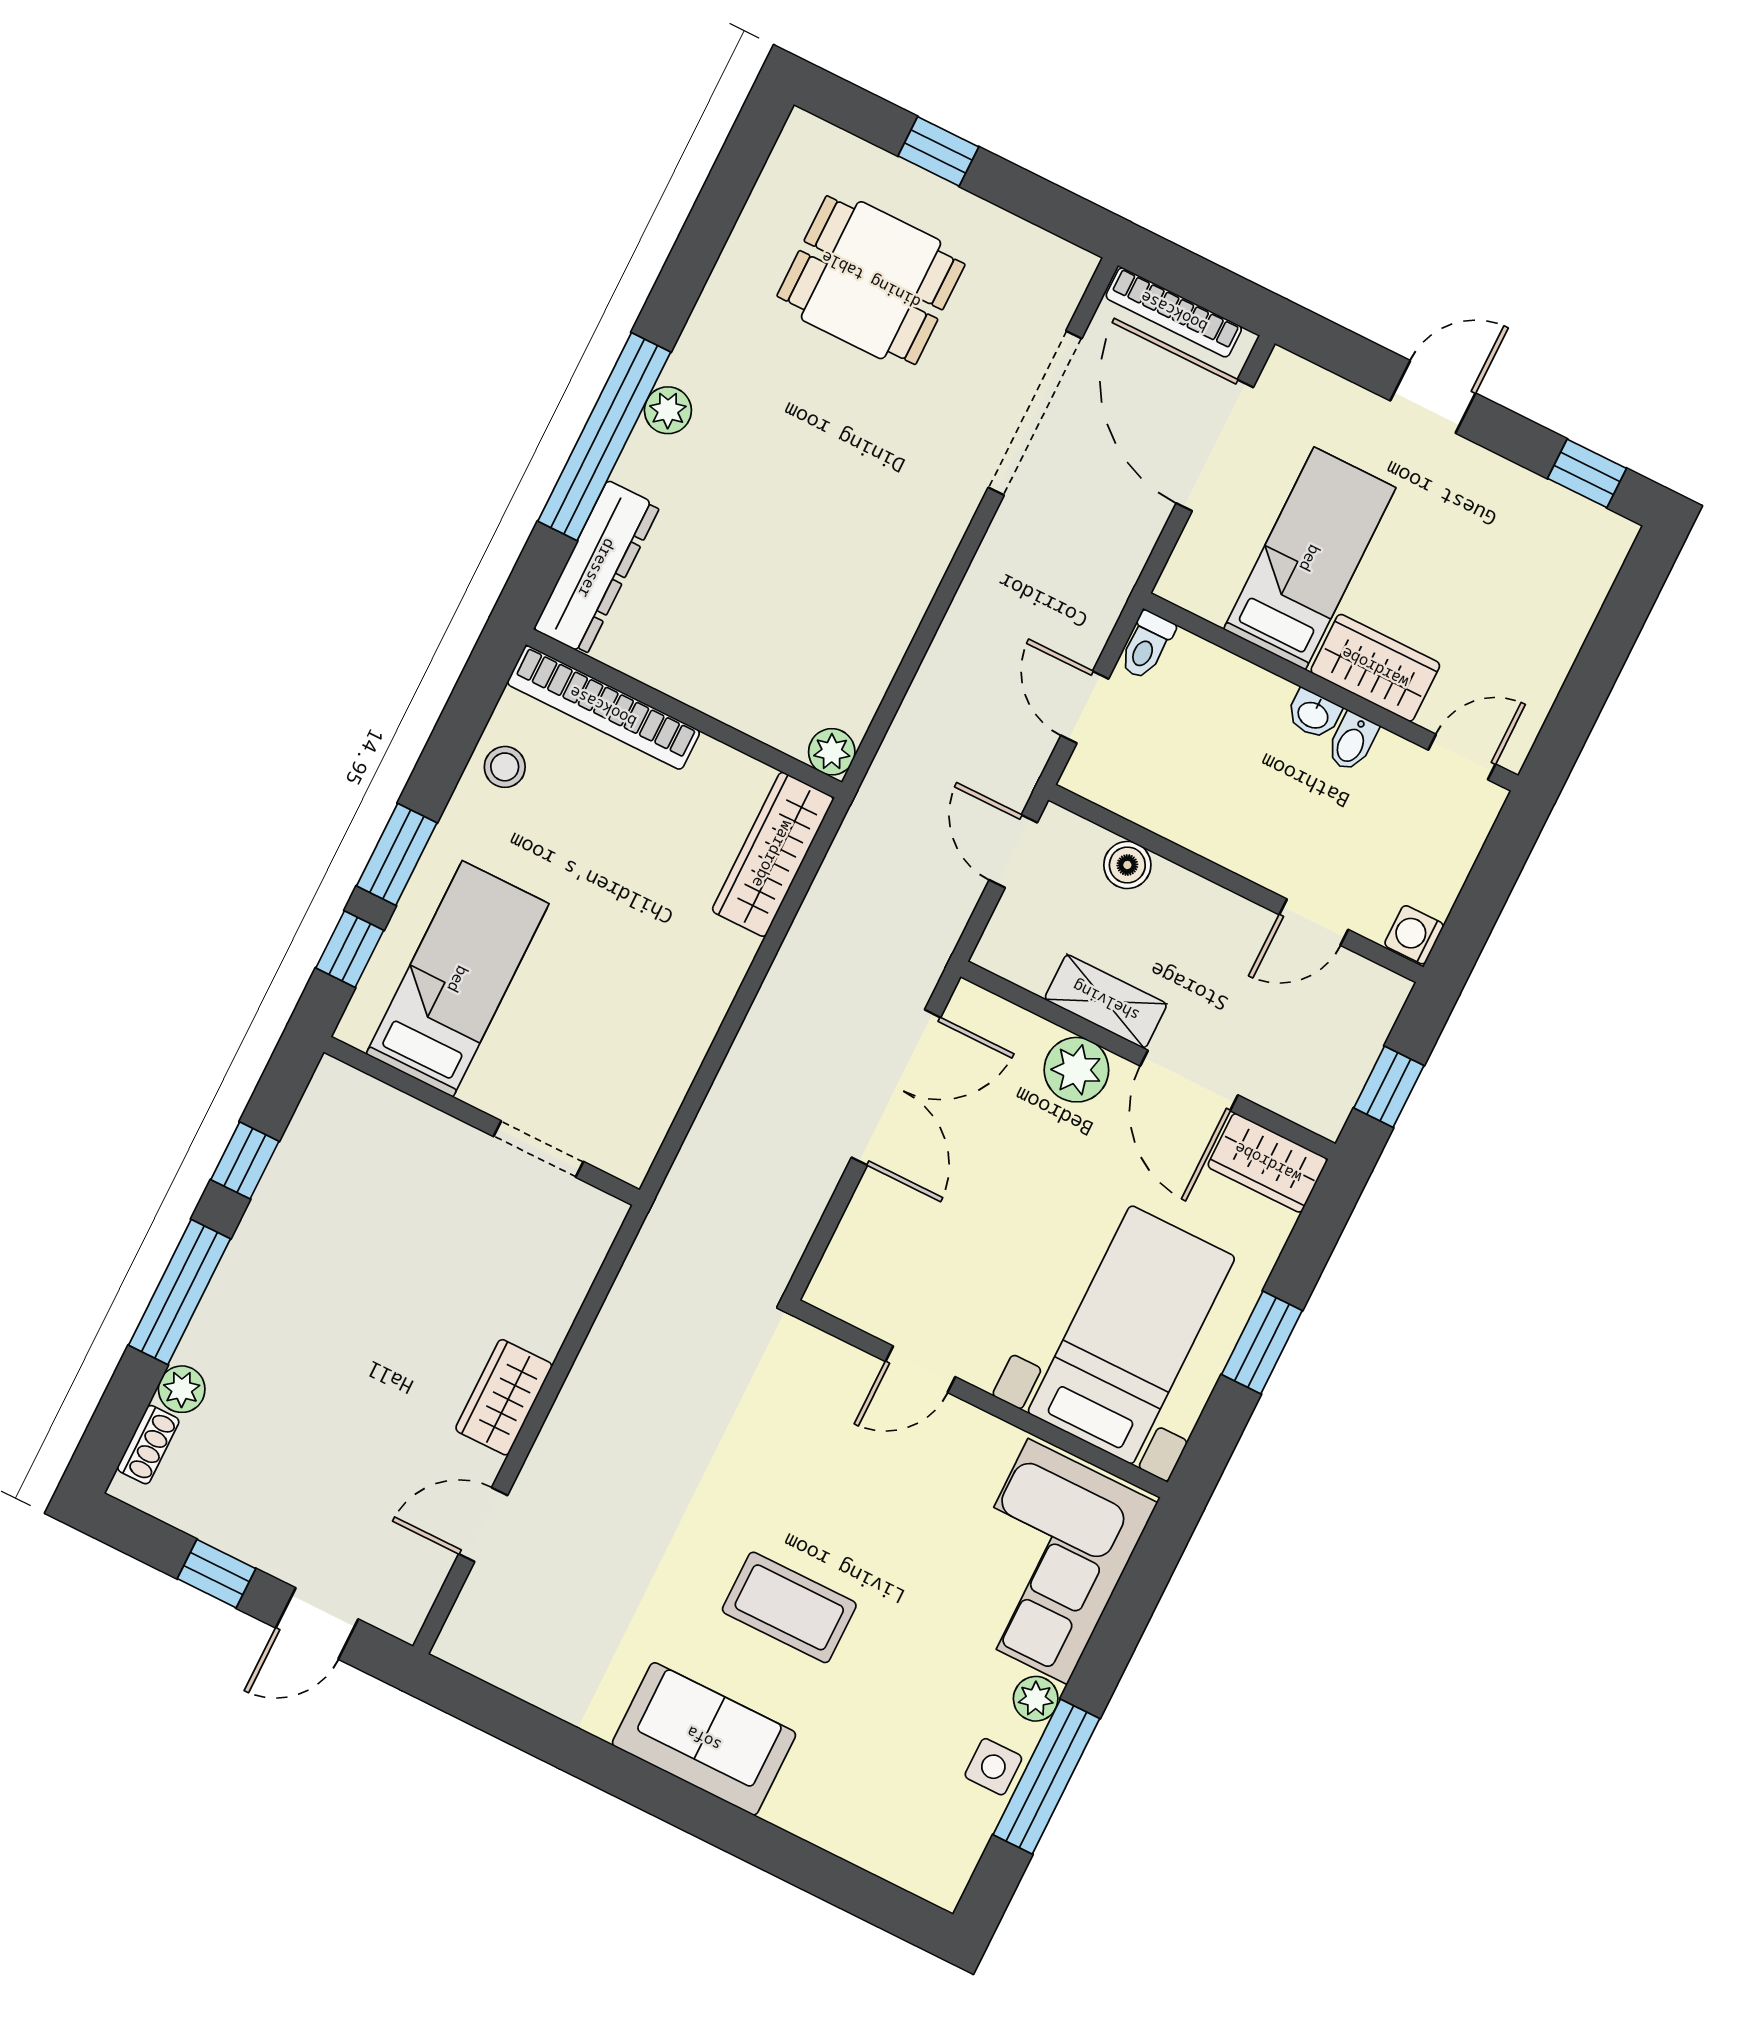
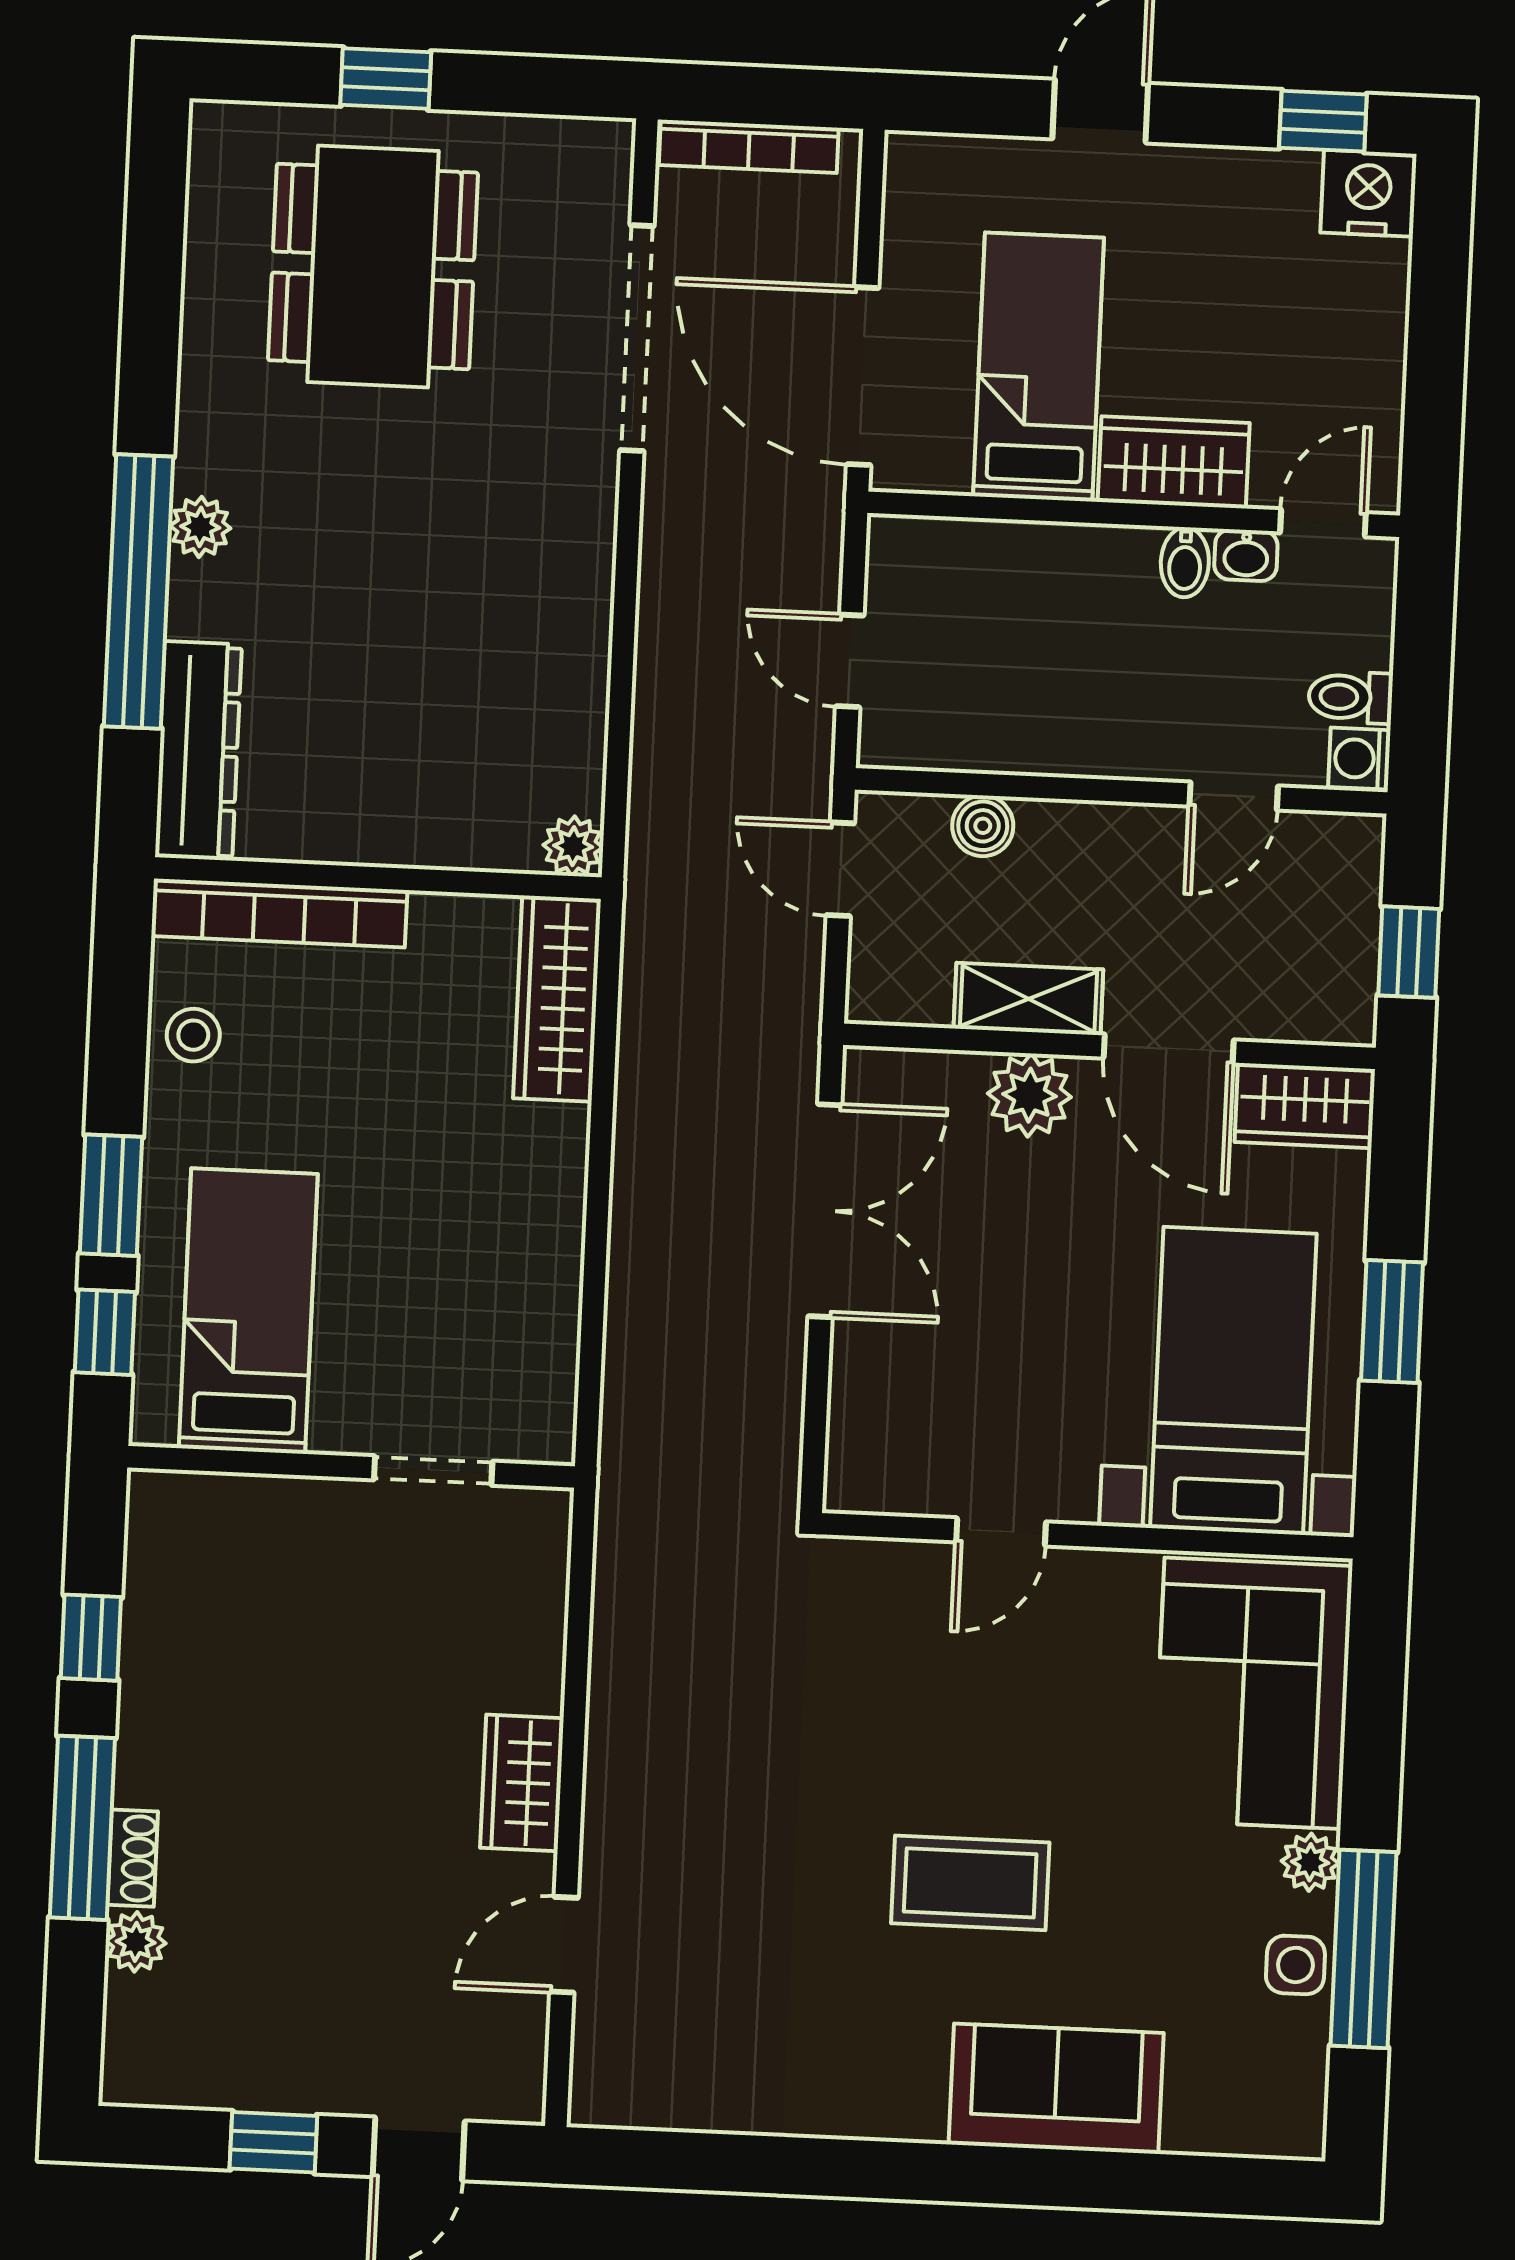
dining table: (871, 280) -> (373, 266), width x1.37
door: (1215, 445) -> (863, 376), moved
nightstand: (1597, 538) -> (1368, 193), added
toilet: (1147, 645) -> (1350, 697), moved, turned 90
washbasin: (1313, 714) -> (1246, 555), moved
shoe rack: (148, 1445) -> (133, 1858), moved
sofa: (704, 1739) -> (1056, 2089), moved

